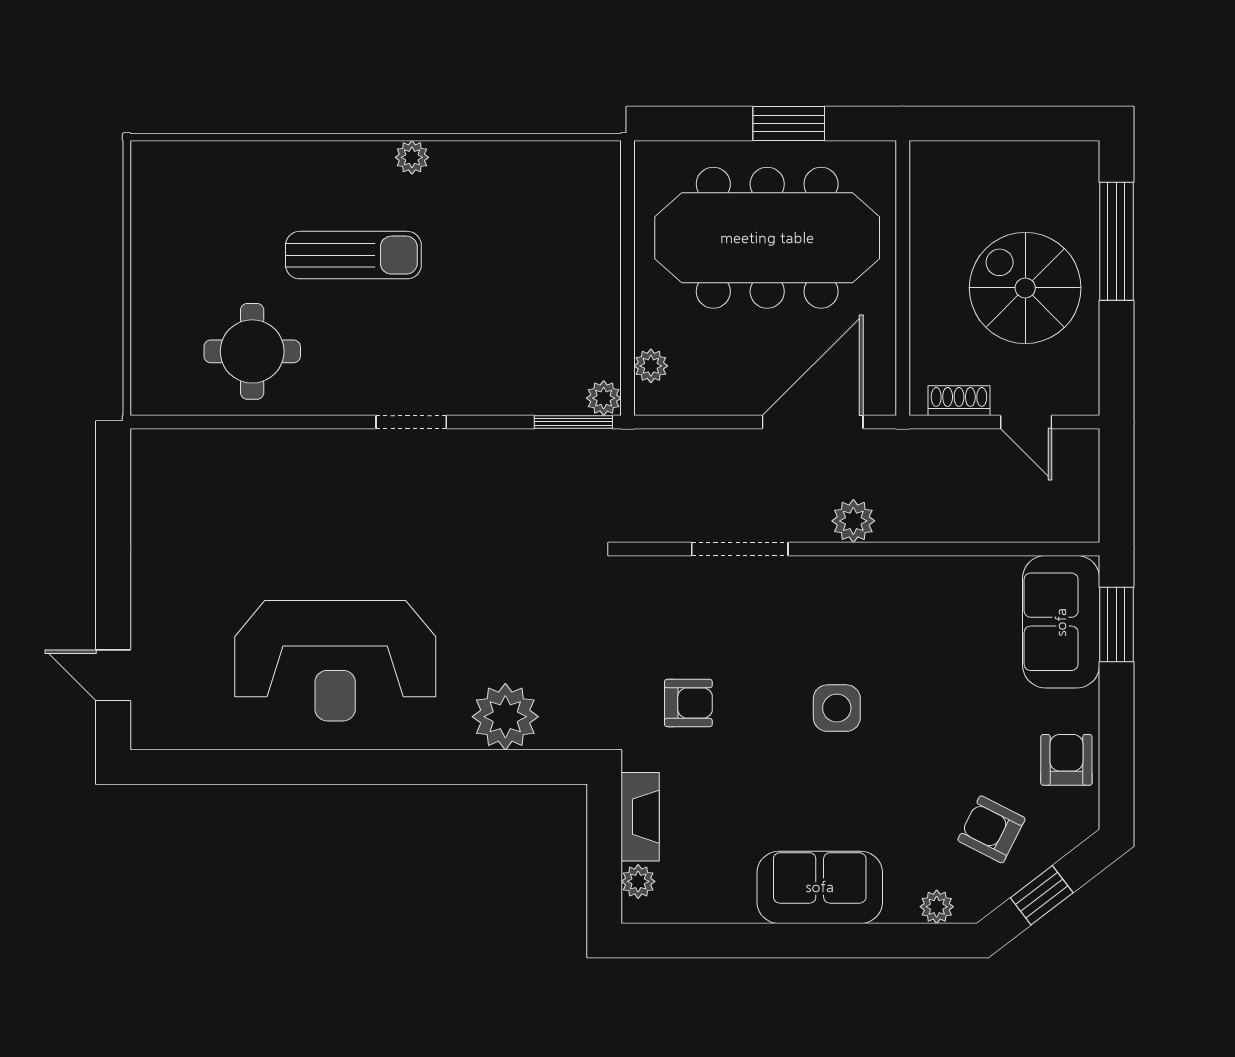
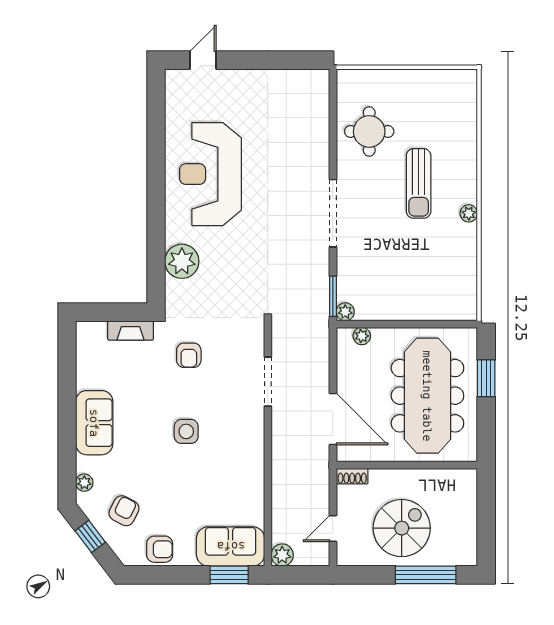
window: (789, 124) -> (486, 378), moved
shoe rack: (959, 401) -> (352, 476), moved, turned 90
doorway: (411, 422) -> (333, 213), width x1.88
plant: (853, 521) -> (282, 555), moved
plant: (638, 881) -> (97, 329), removed

